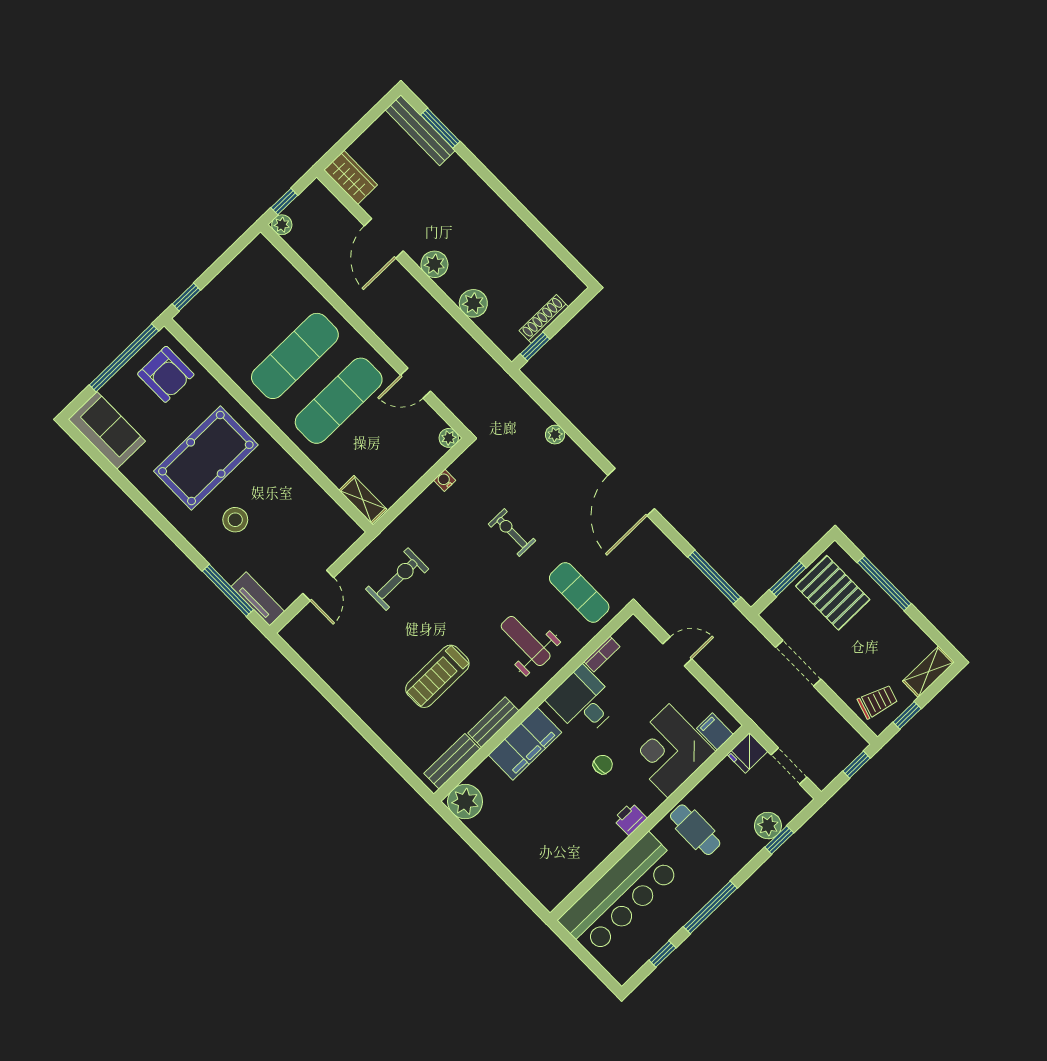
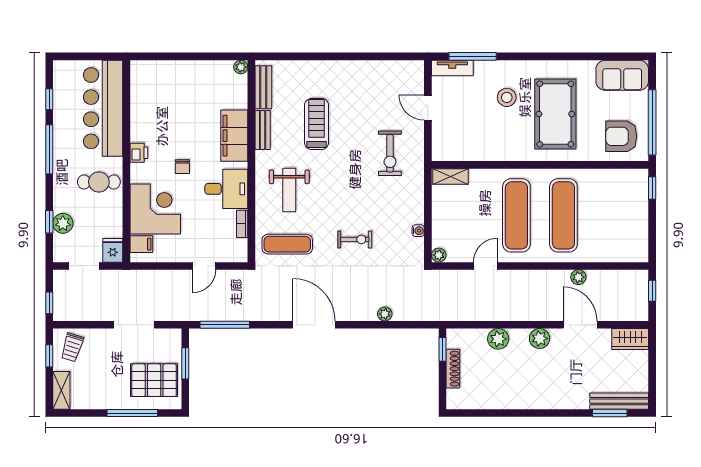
plant: (282, 225) -> (578, 277), moved
weight bench: (526, 641) -> (289, 190), turned 90
plant: (465, 802) -> (241, 67), width x0.53, depth x0.53

